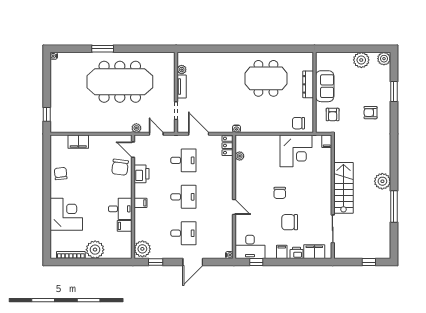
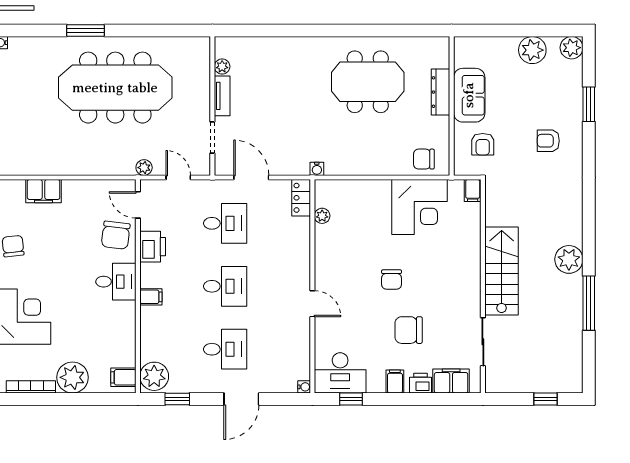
desk: (120, 209) -> (116, 282), moved
filing cabinet: (125, 226) -> (123, 377), moved

